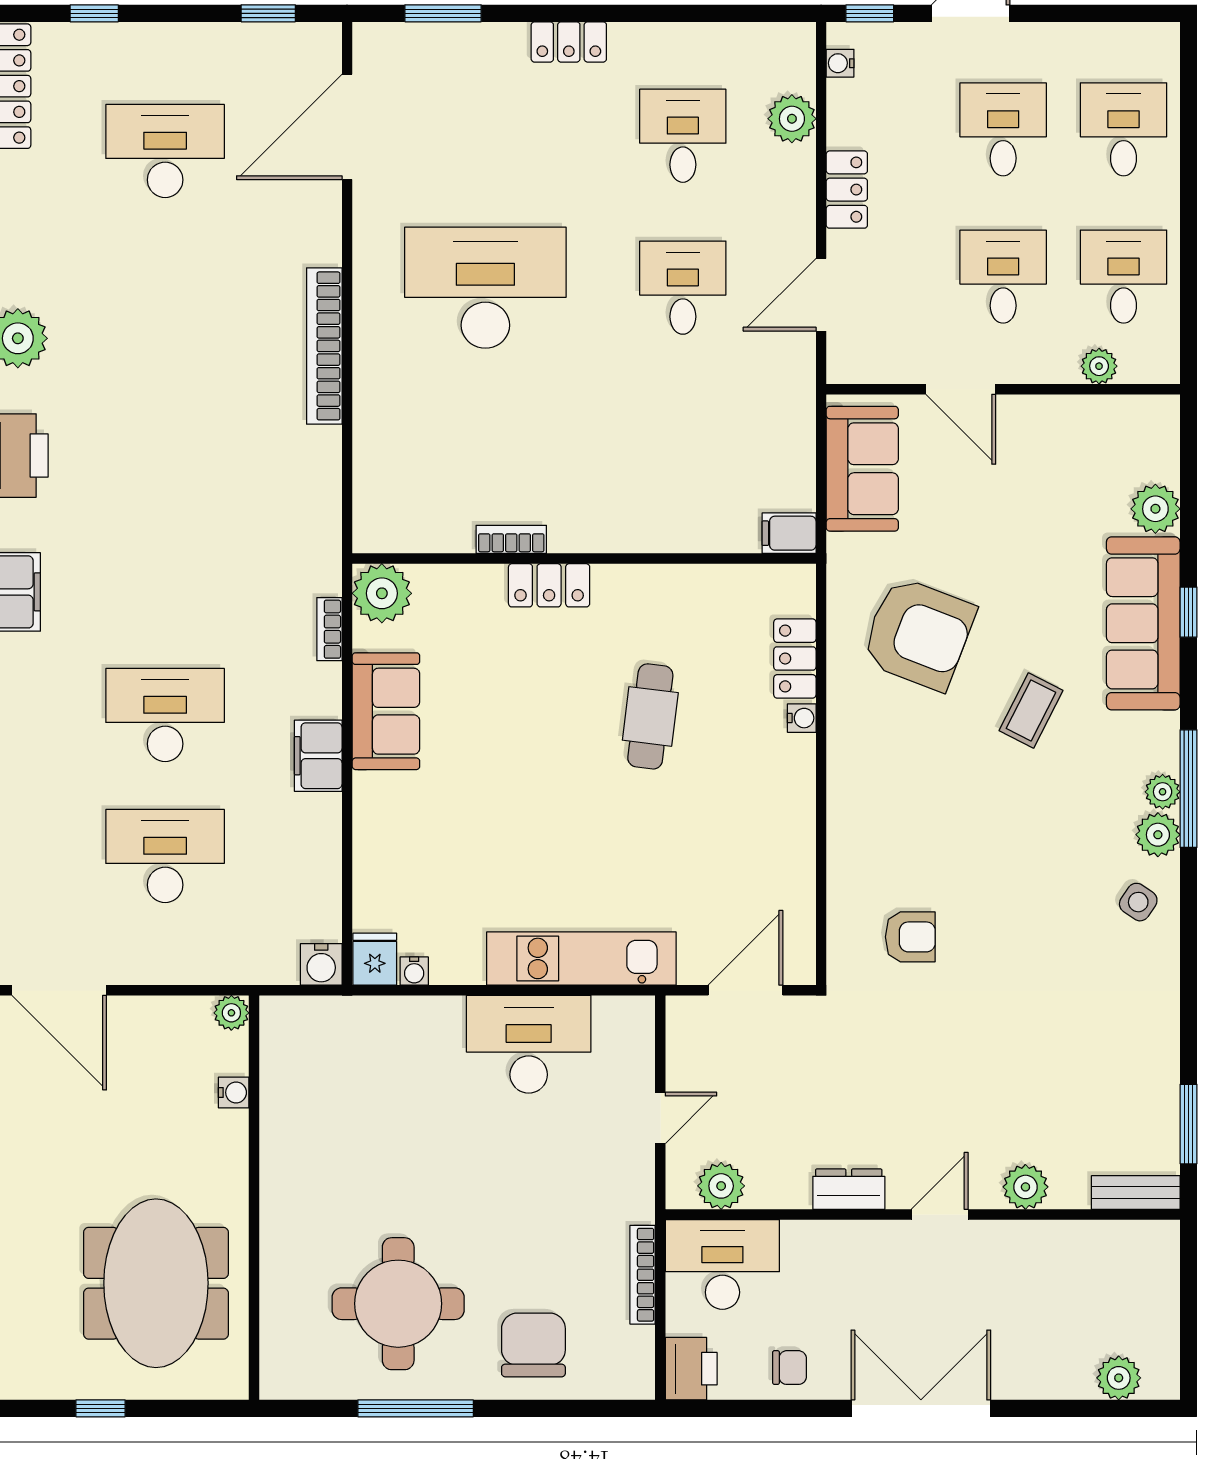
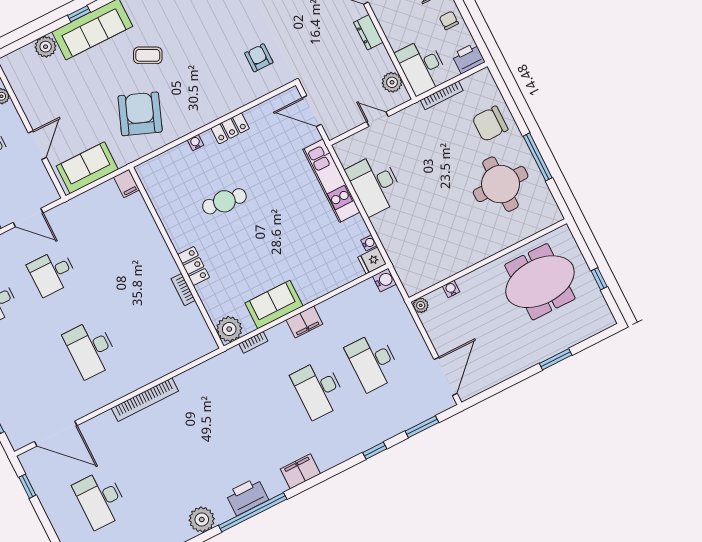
desk: (485, 288) -> (91, 349), width x0.73, depth x0.77
locker: (795, 659) -> (230, 128), moved

